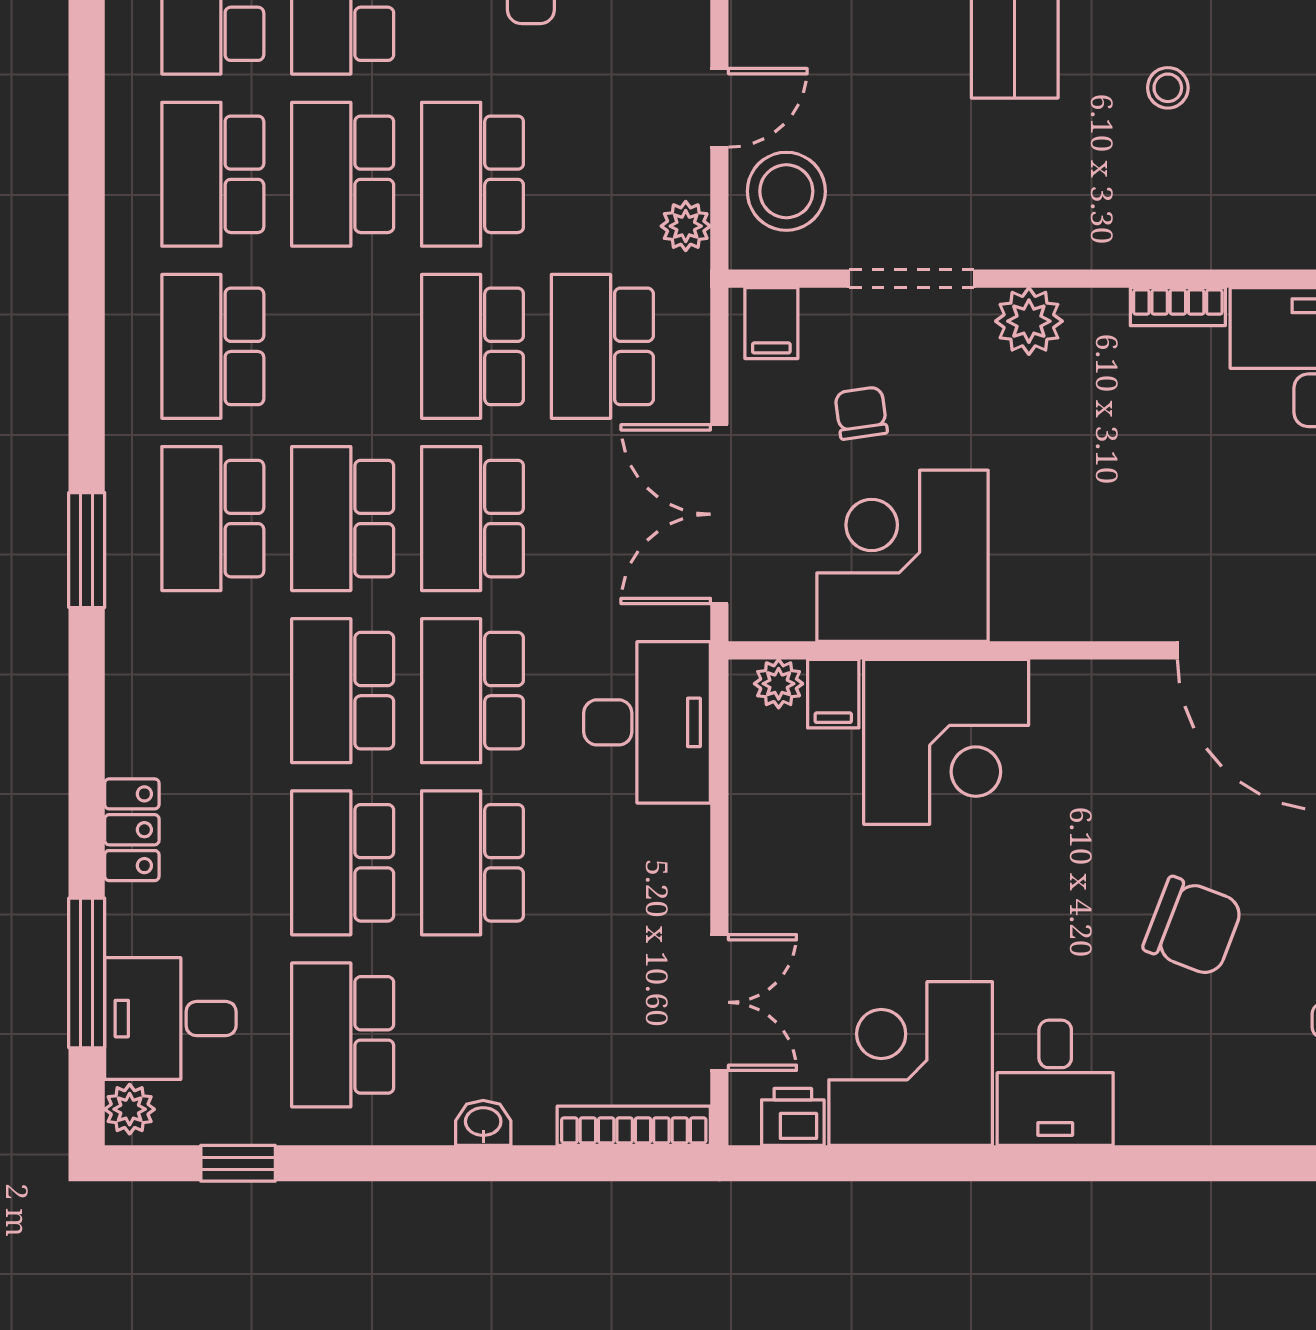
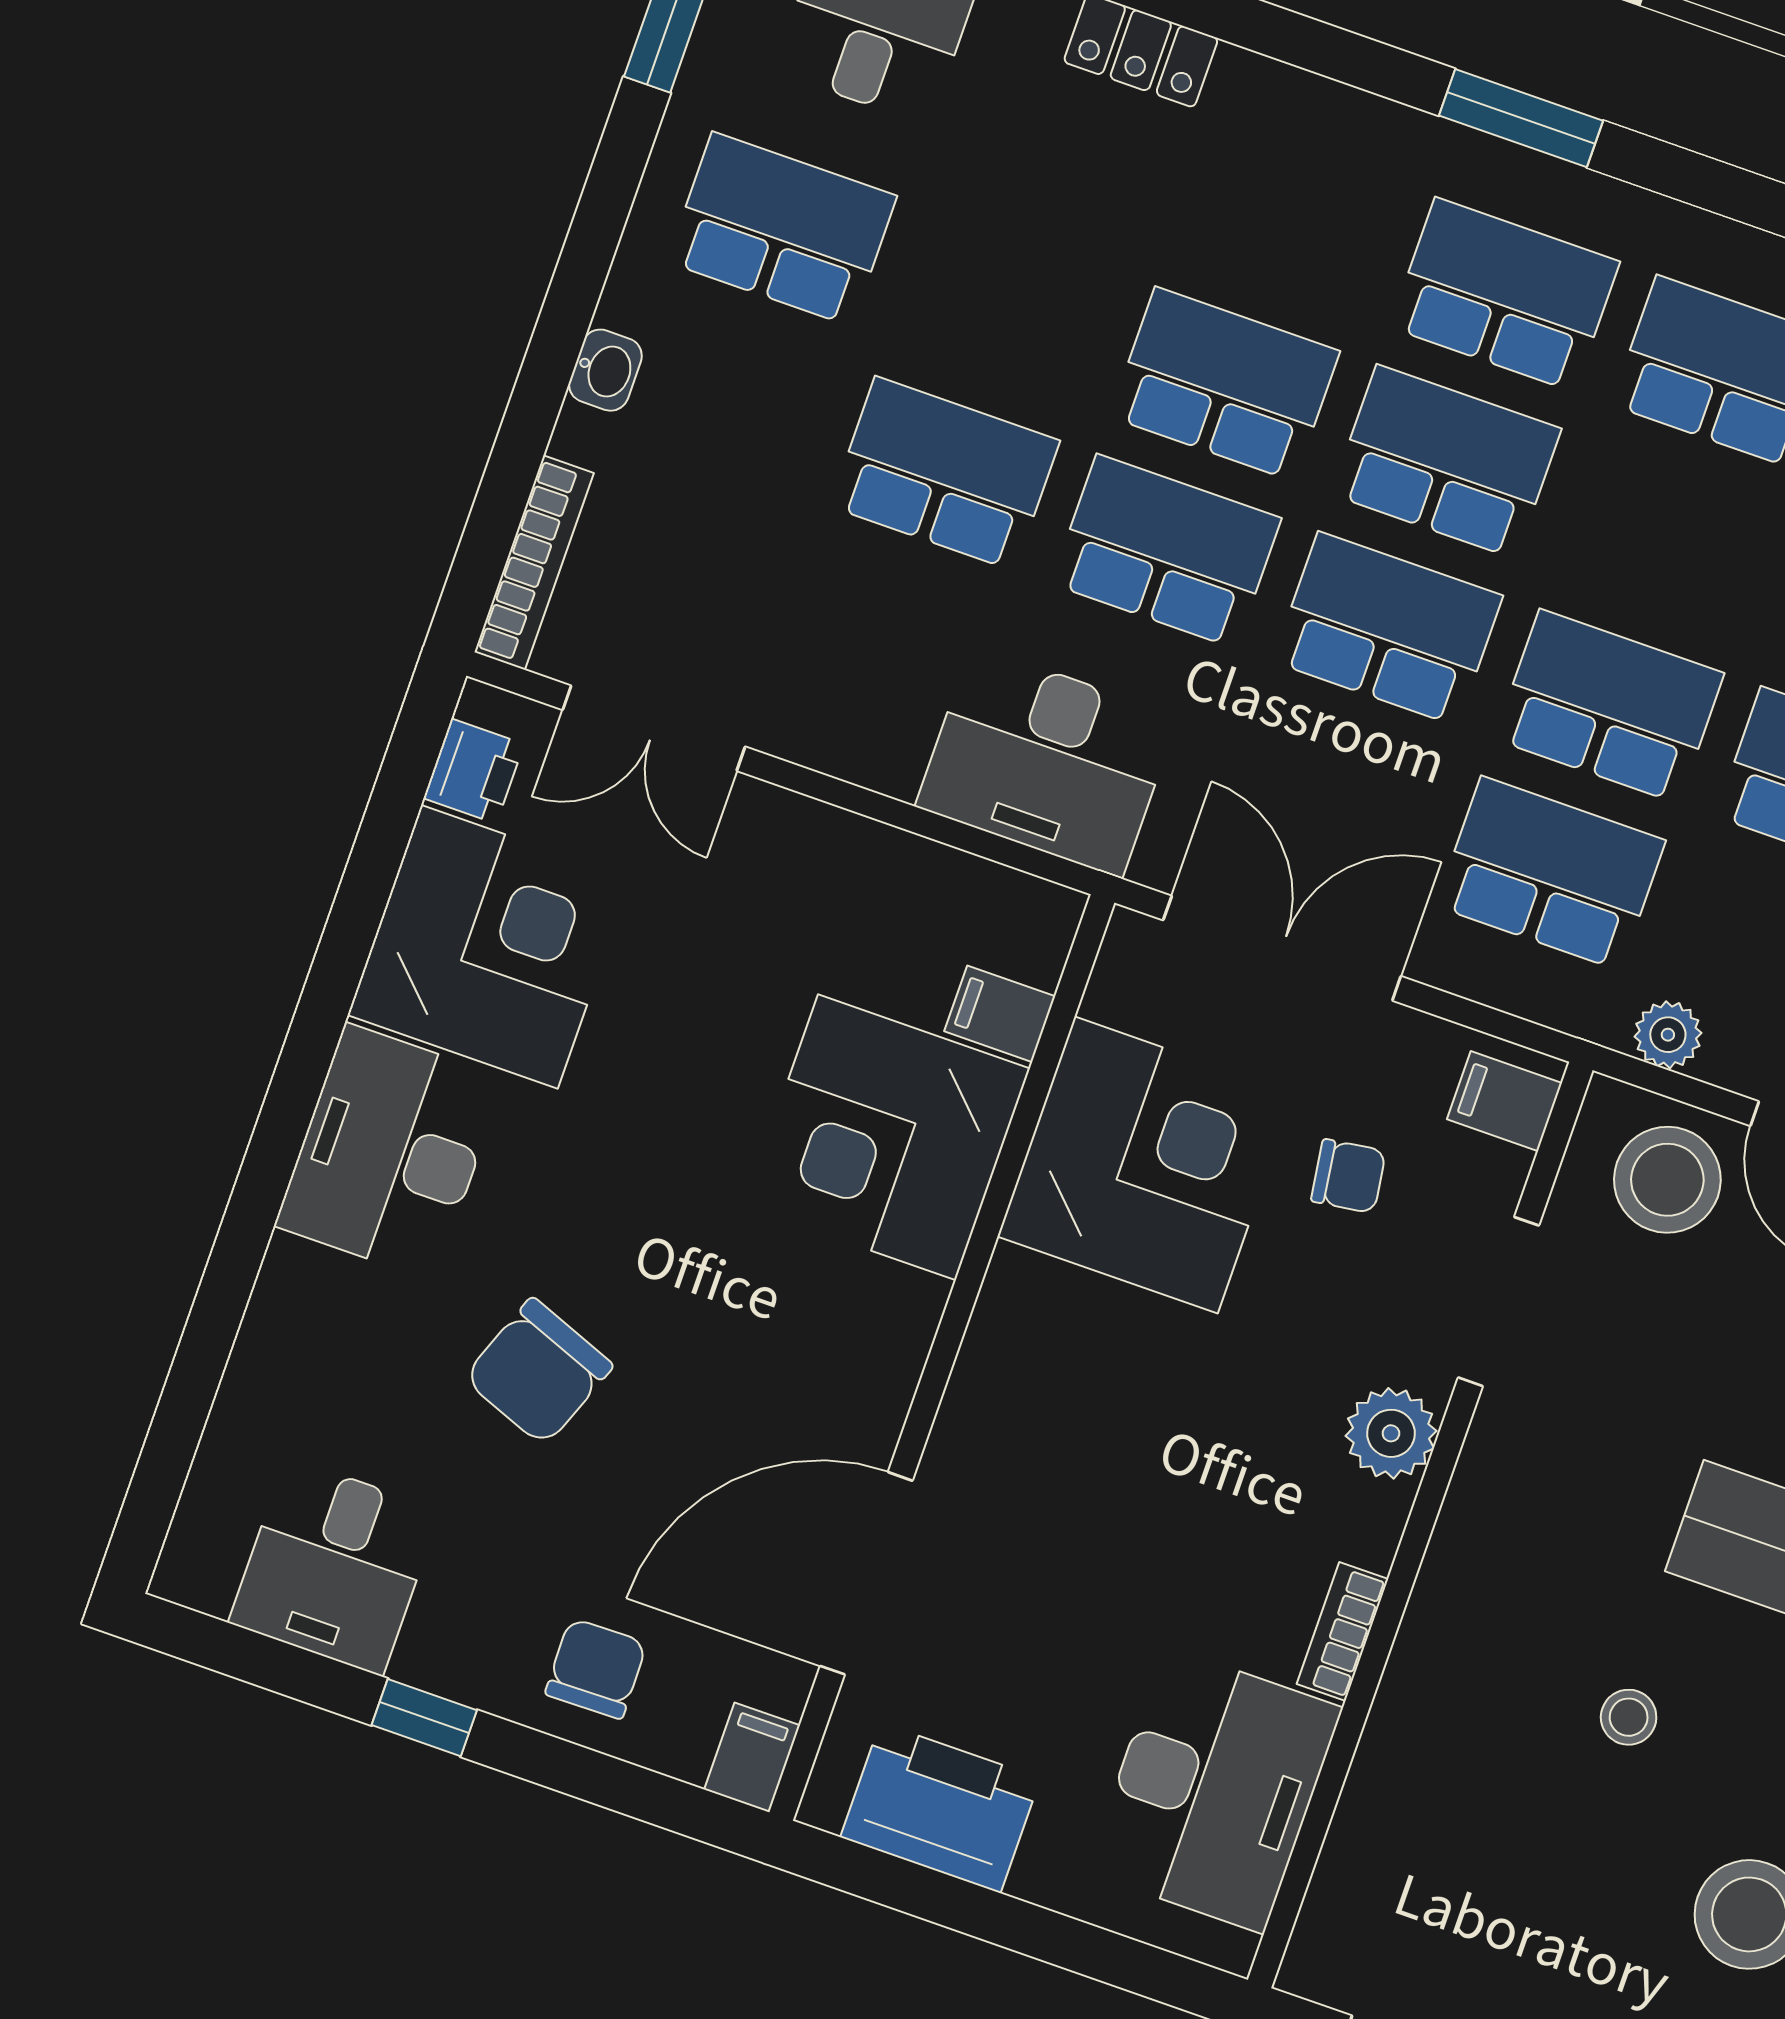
plant: (779, 684) -> (1037, 948), removed
school desk: (343, 863) -> (1003, 306), removed
desk: (1055, 1083) -> (390, 1152), width x1.37

